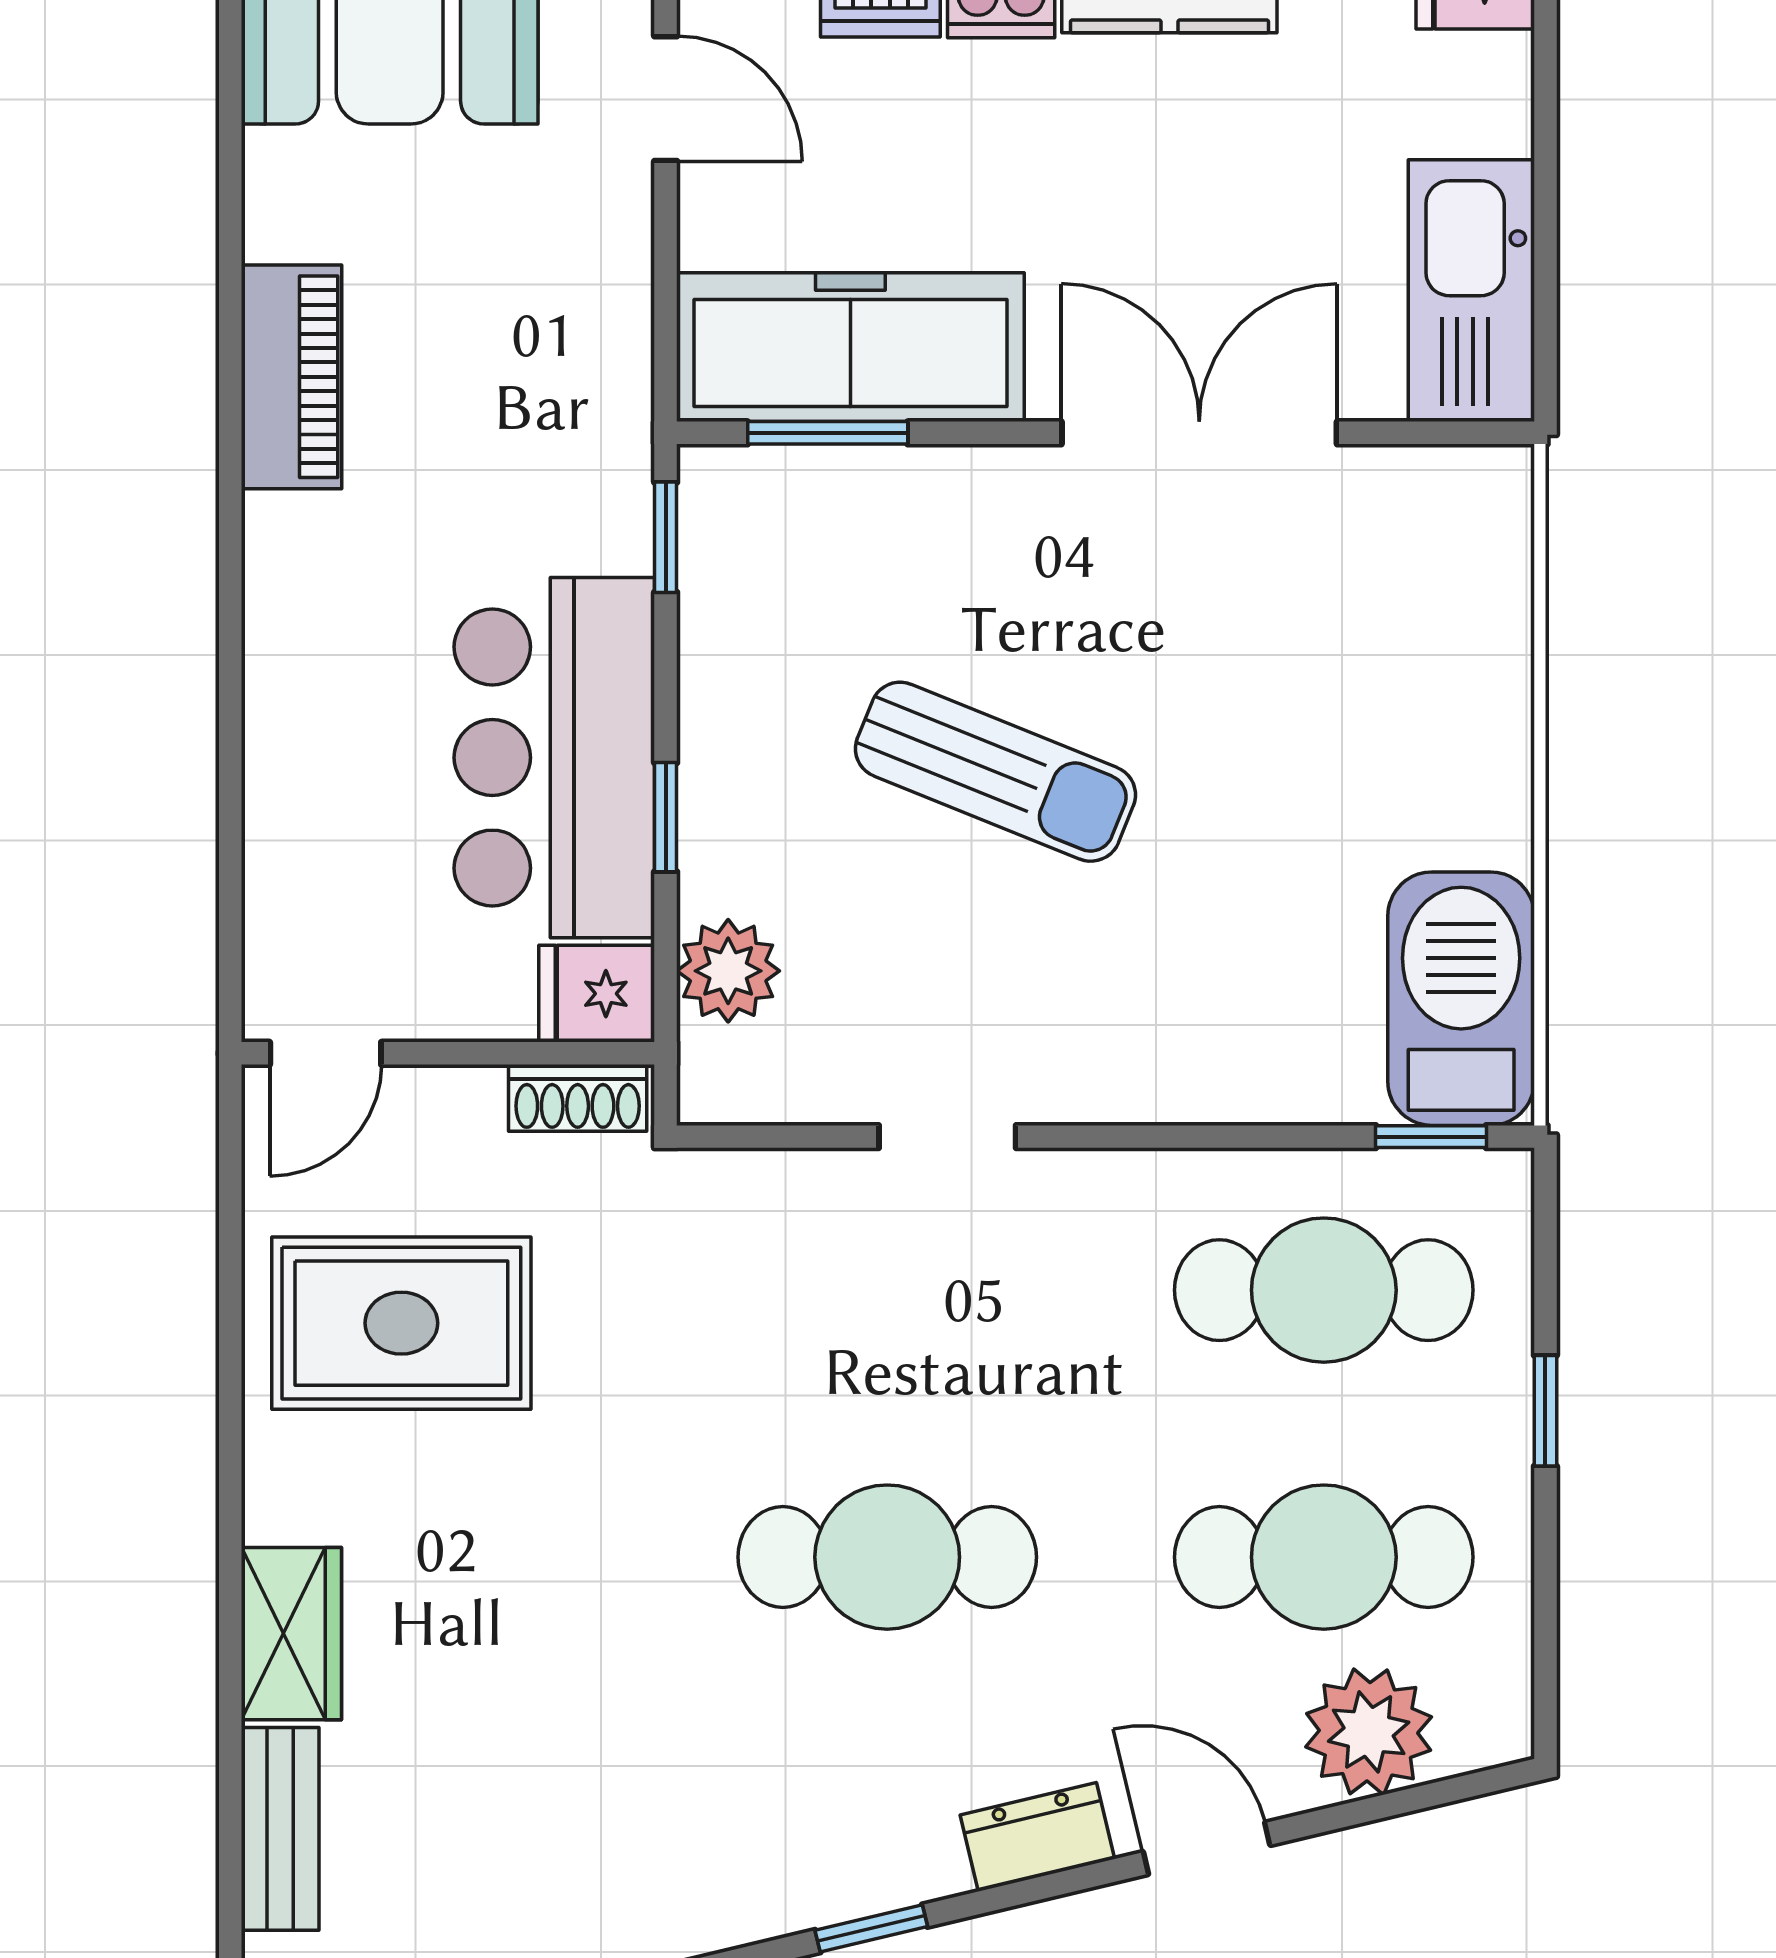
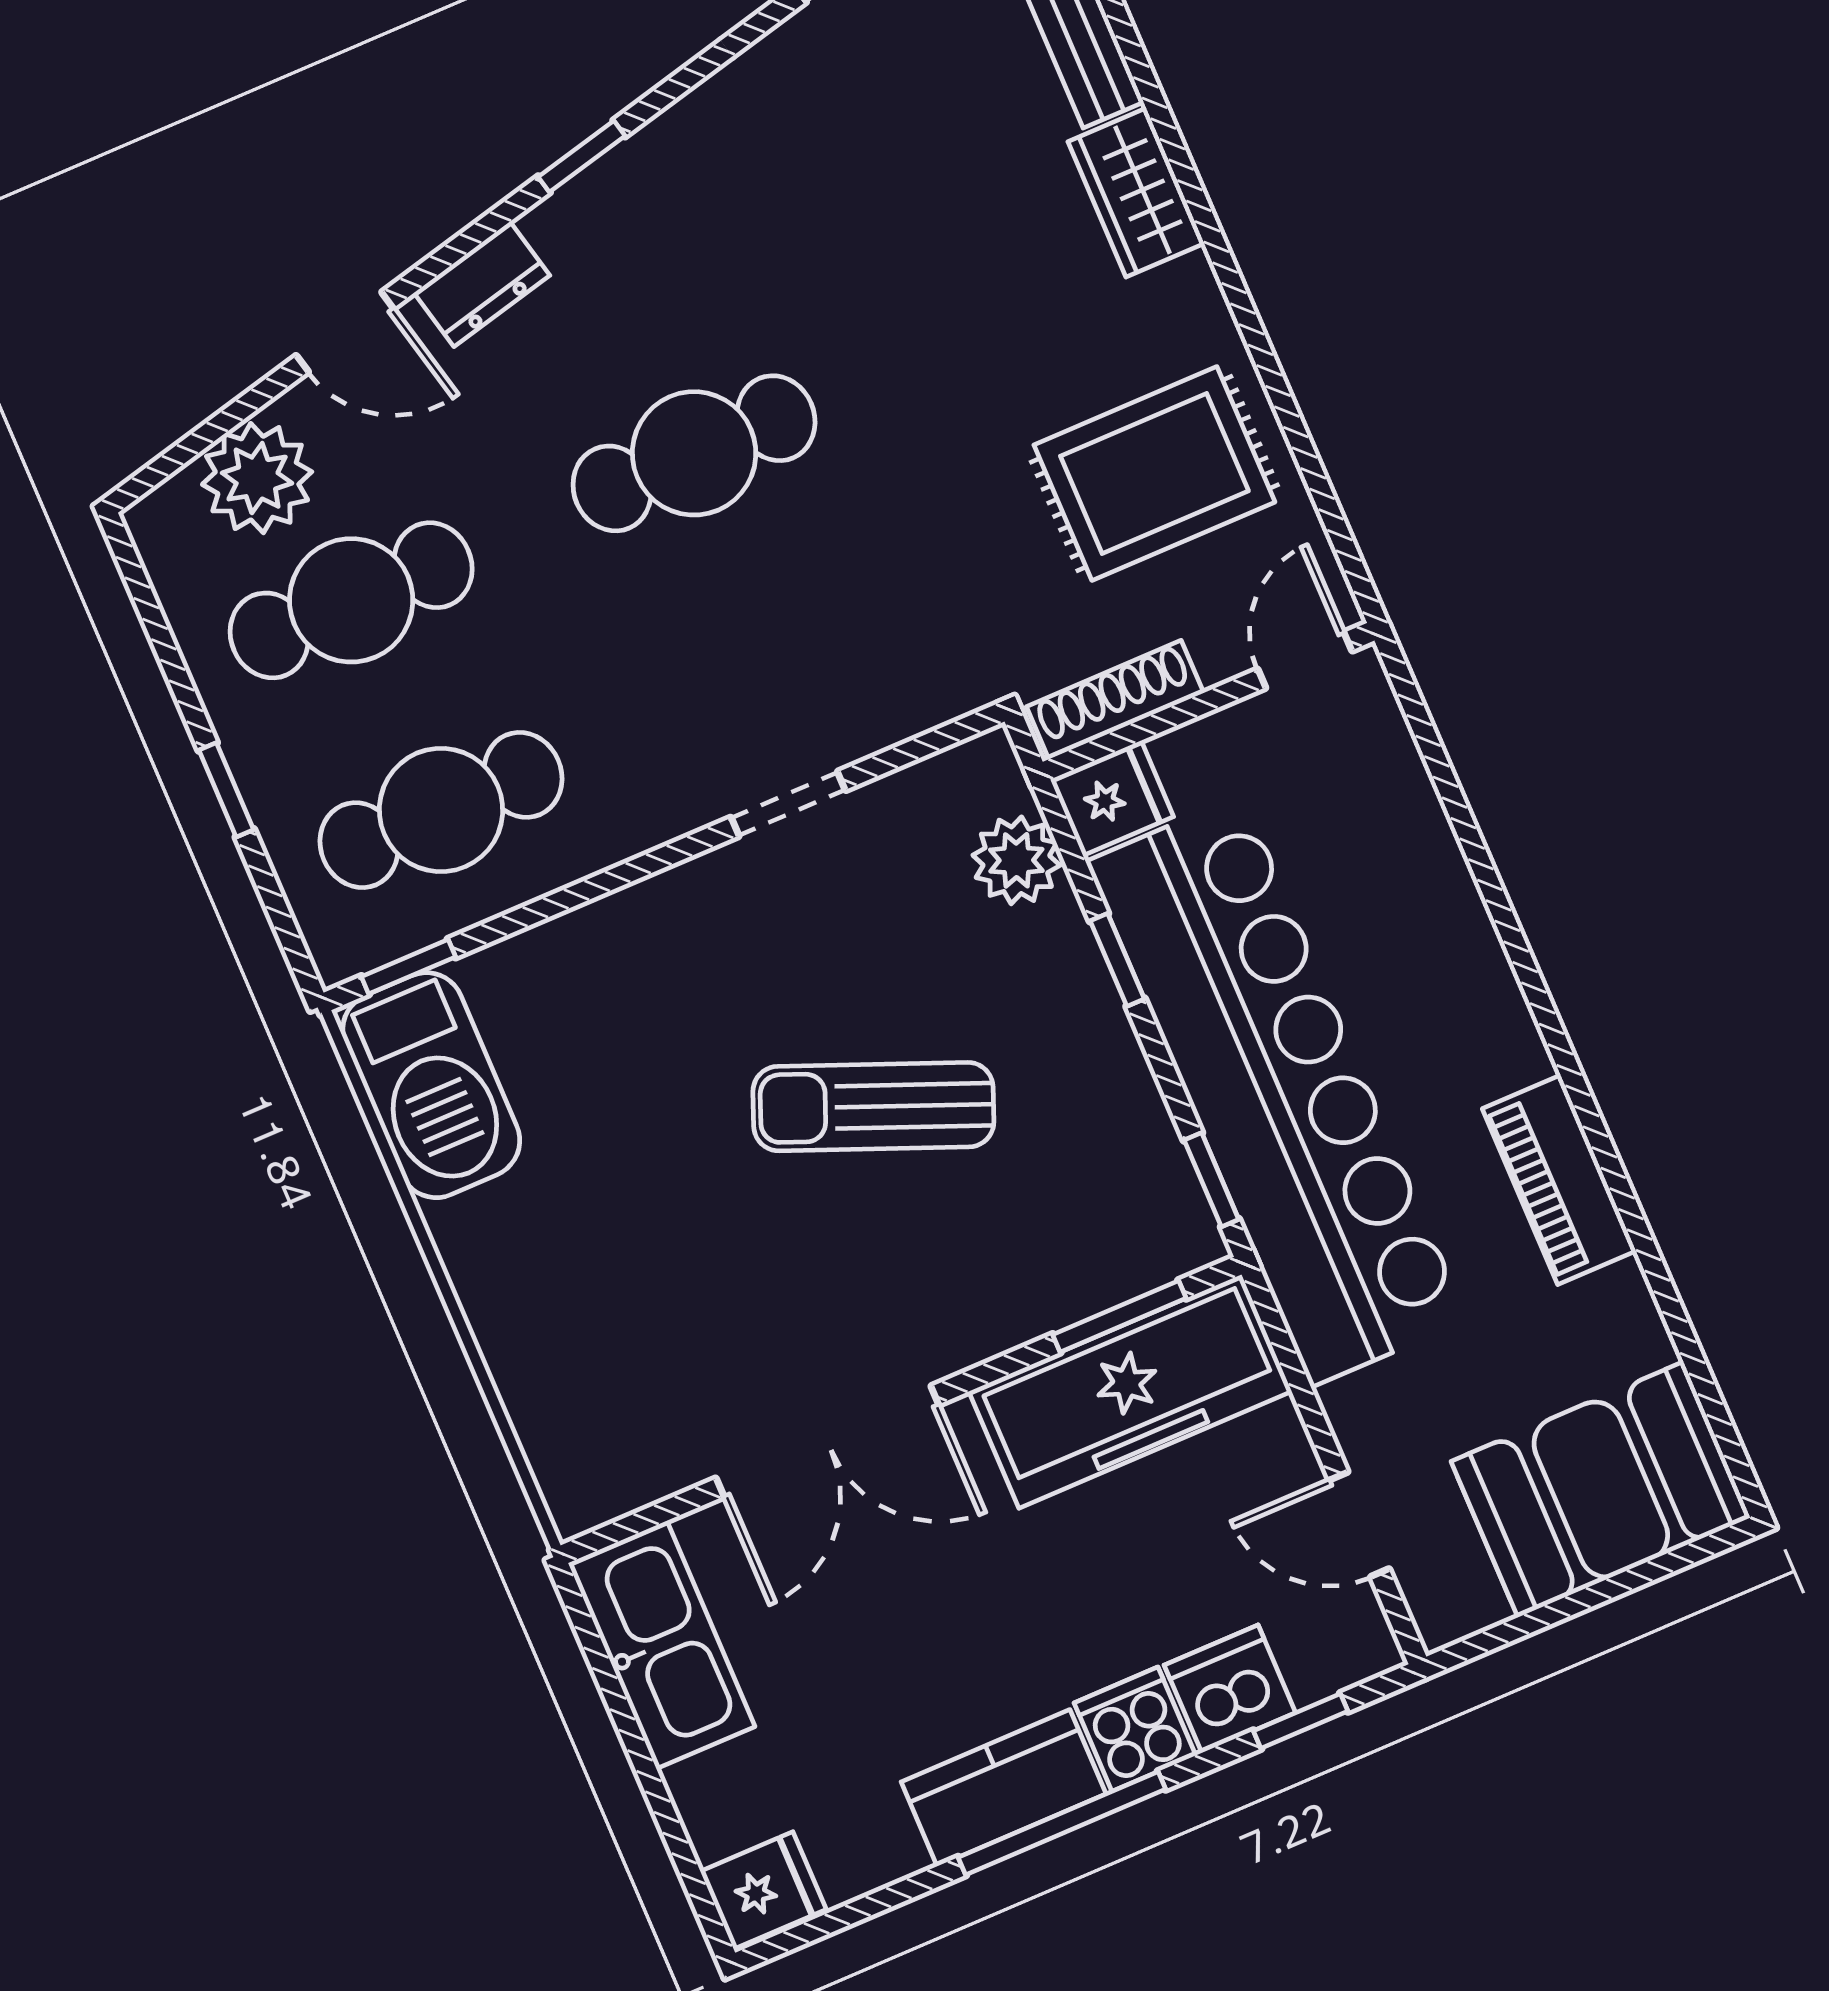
bar counter: (554, 758) -> (1277, 1091), width x1.86
shoe rack: (578, 1098) -> (1115, 700), width x1.43

